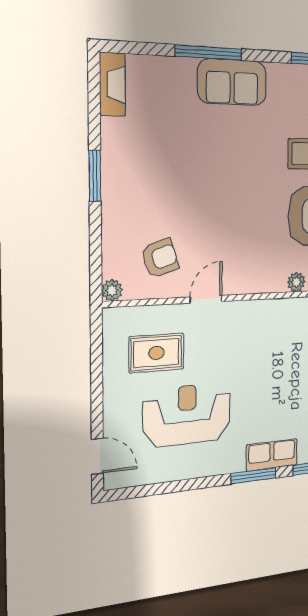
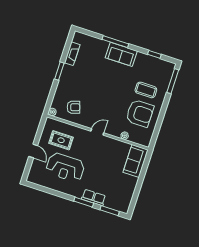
fireplace: (112, 84) -> (72, 54), moved
door: (206, 299) -> (97, 132), moved
reception desk: (187, 415) -> (65, 167), turned 180
door: (97, 456) -> (33, 151), moved

